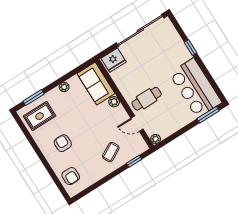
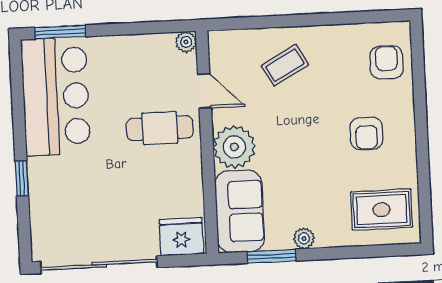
window: (33, 98) -> (272, 256), moved
plant: (114, 102) -> (234, 147), width x1.87, depth x1.87
window: (134, 161) -> (250, 23), removed

